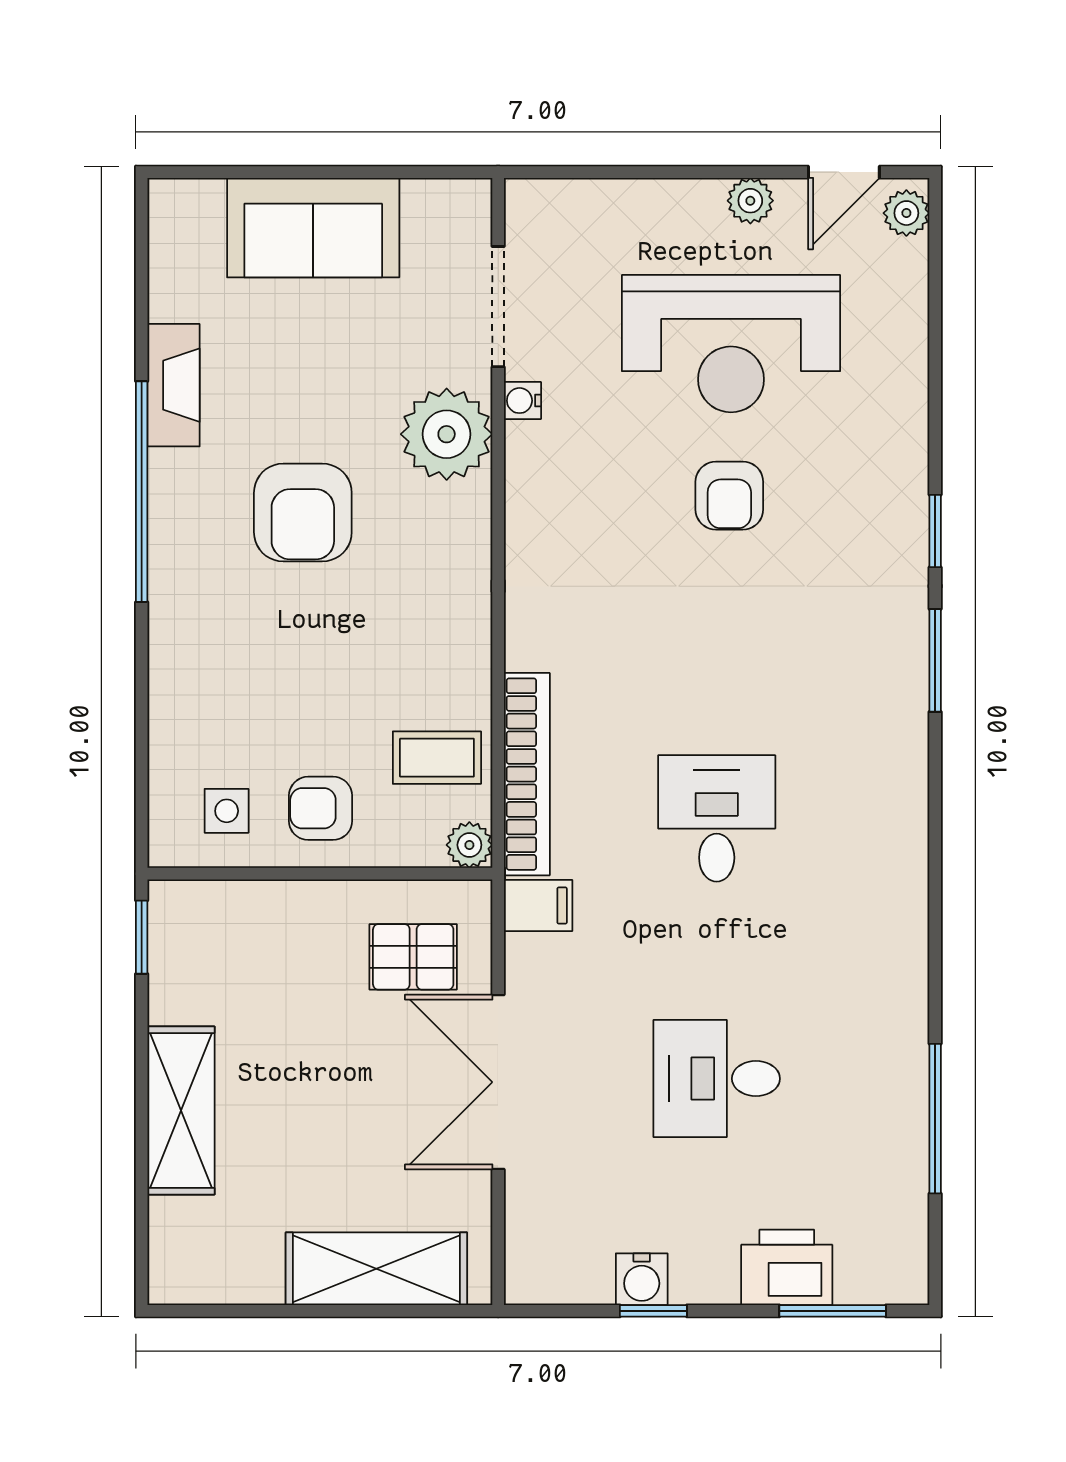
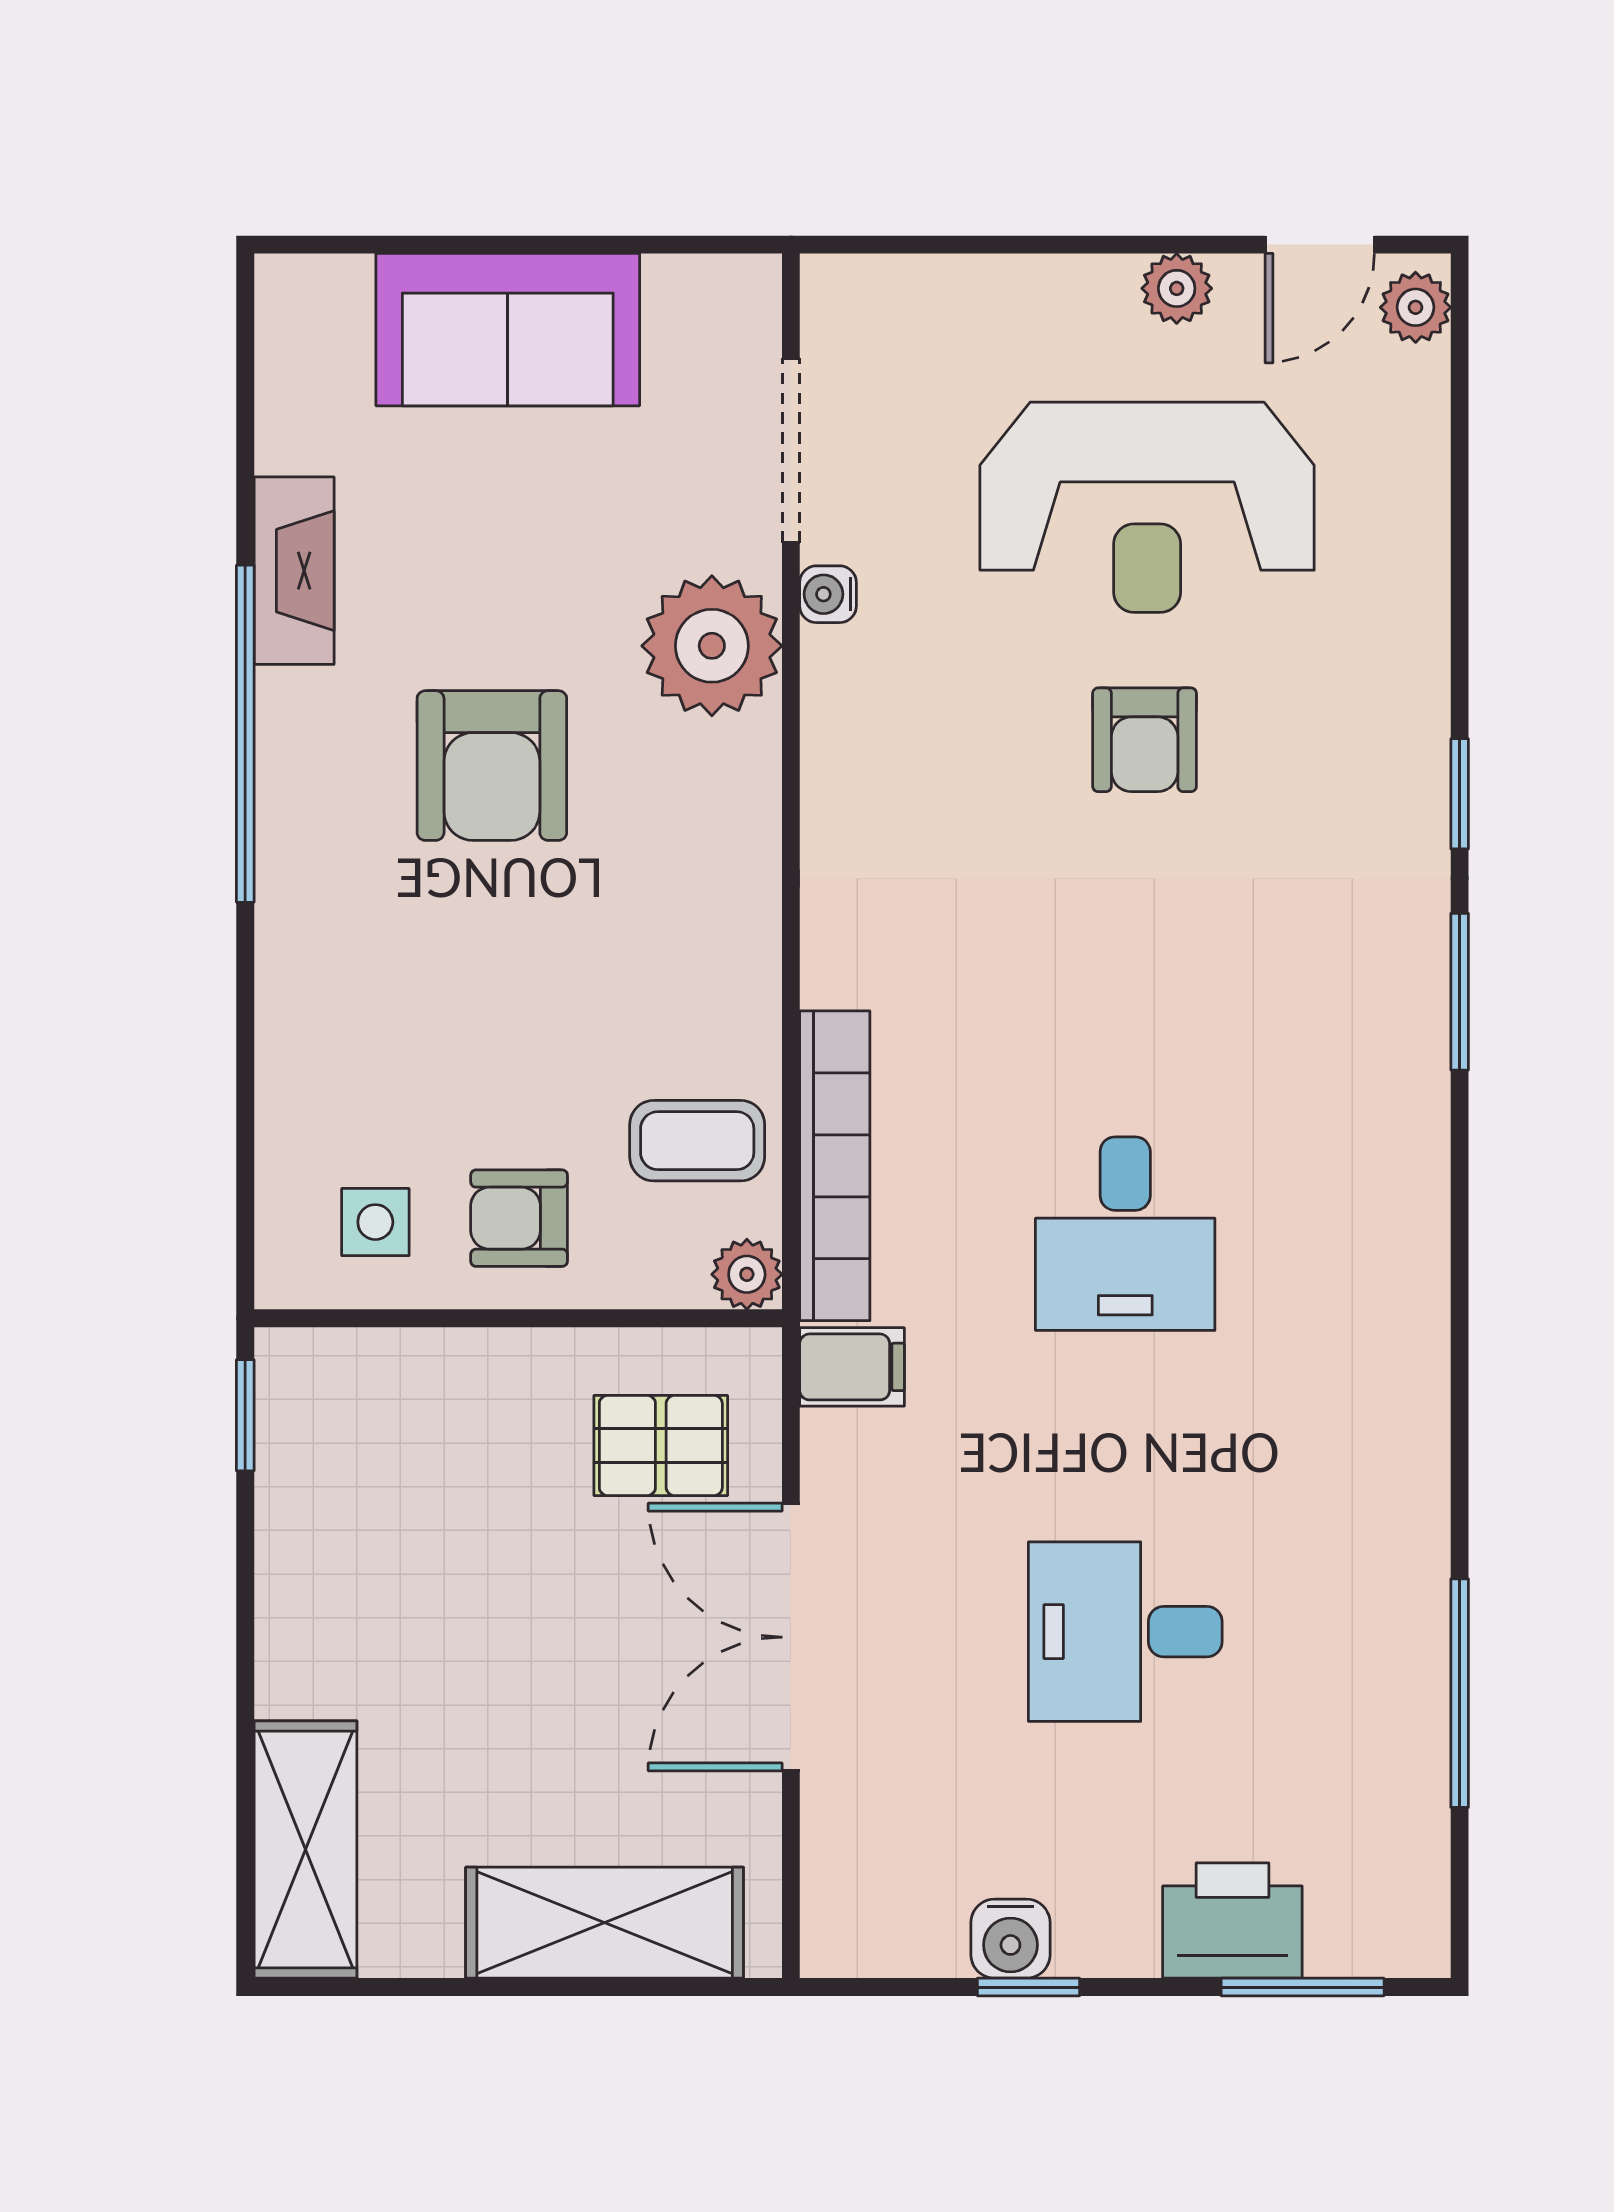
desk: (717, 818) -> (1125, 1234), turned 180
shelving: (181, 1111) -> (305, 1850), moved

